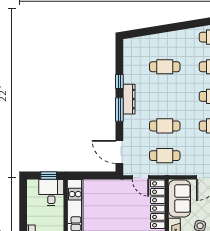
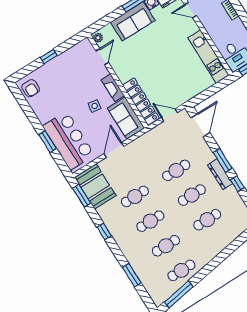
door: (119, 152) -> (200, 125), hinge flipped
cafe table: (165, 156) -> (192, 195), moved

